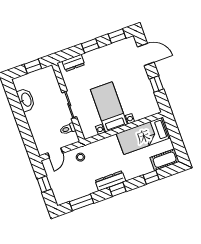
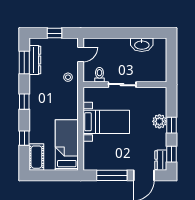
plant: (91, 58) -> (159, 121), added
dresser: (73, 63) -> (161, 160), moved
window: (33, 66) -> (171, 63), removed
window: (156, 84) -> (112, 175), width x2.17
door: (55, 153) -> (81, 54), swing flipped
dresser: (110, 181) -> (35, 60), moved

